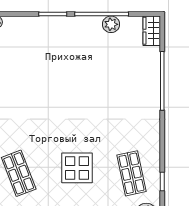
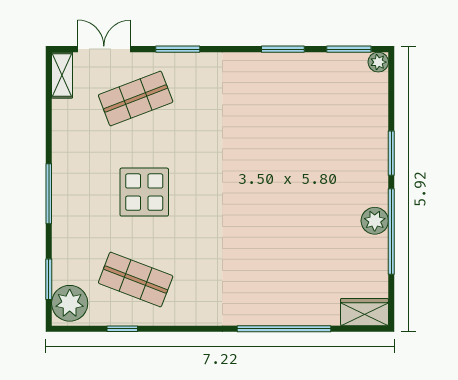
plant: (111, 24) -> (375, 221), moved
shop shelf: (131, 173) -> (136, 279), turned 33

